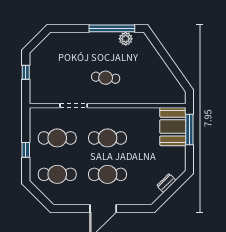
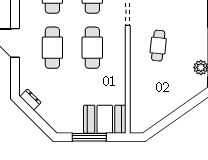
window: (189, 129) -> (89, 137), moved
dresser: (166, 183) -> (30, 100), moved

